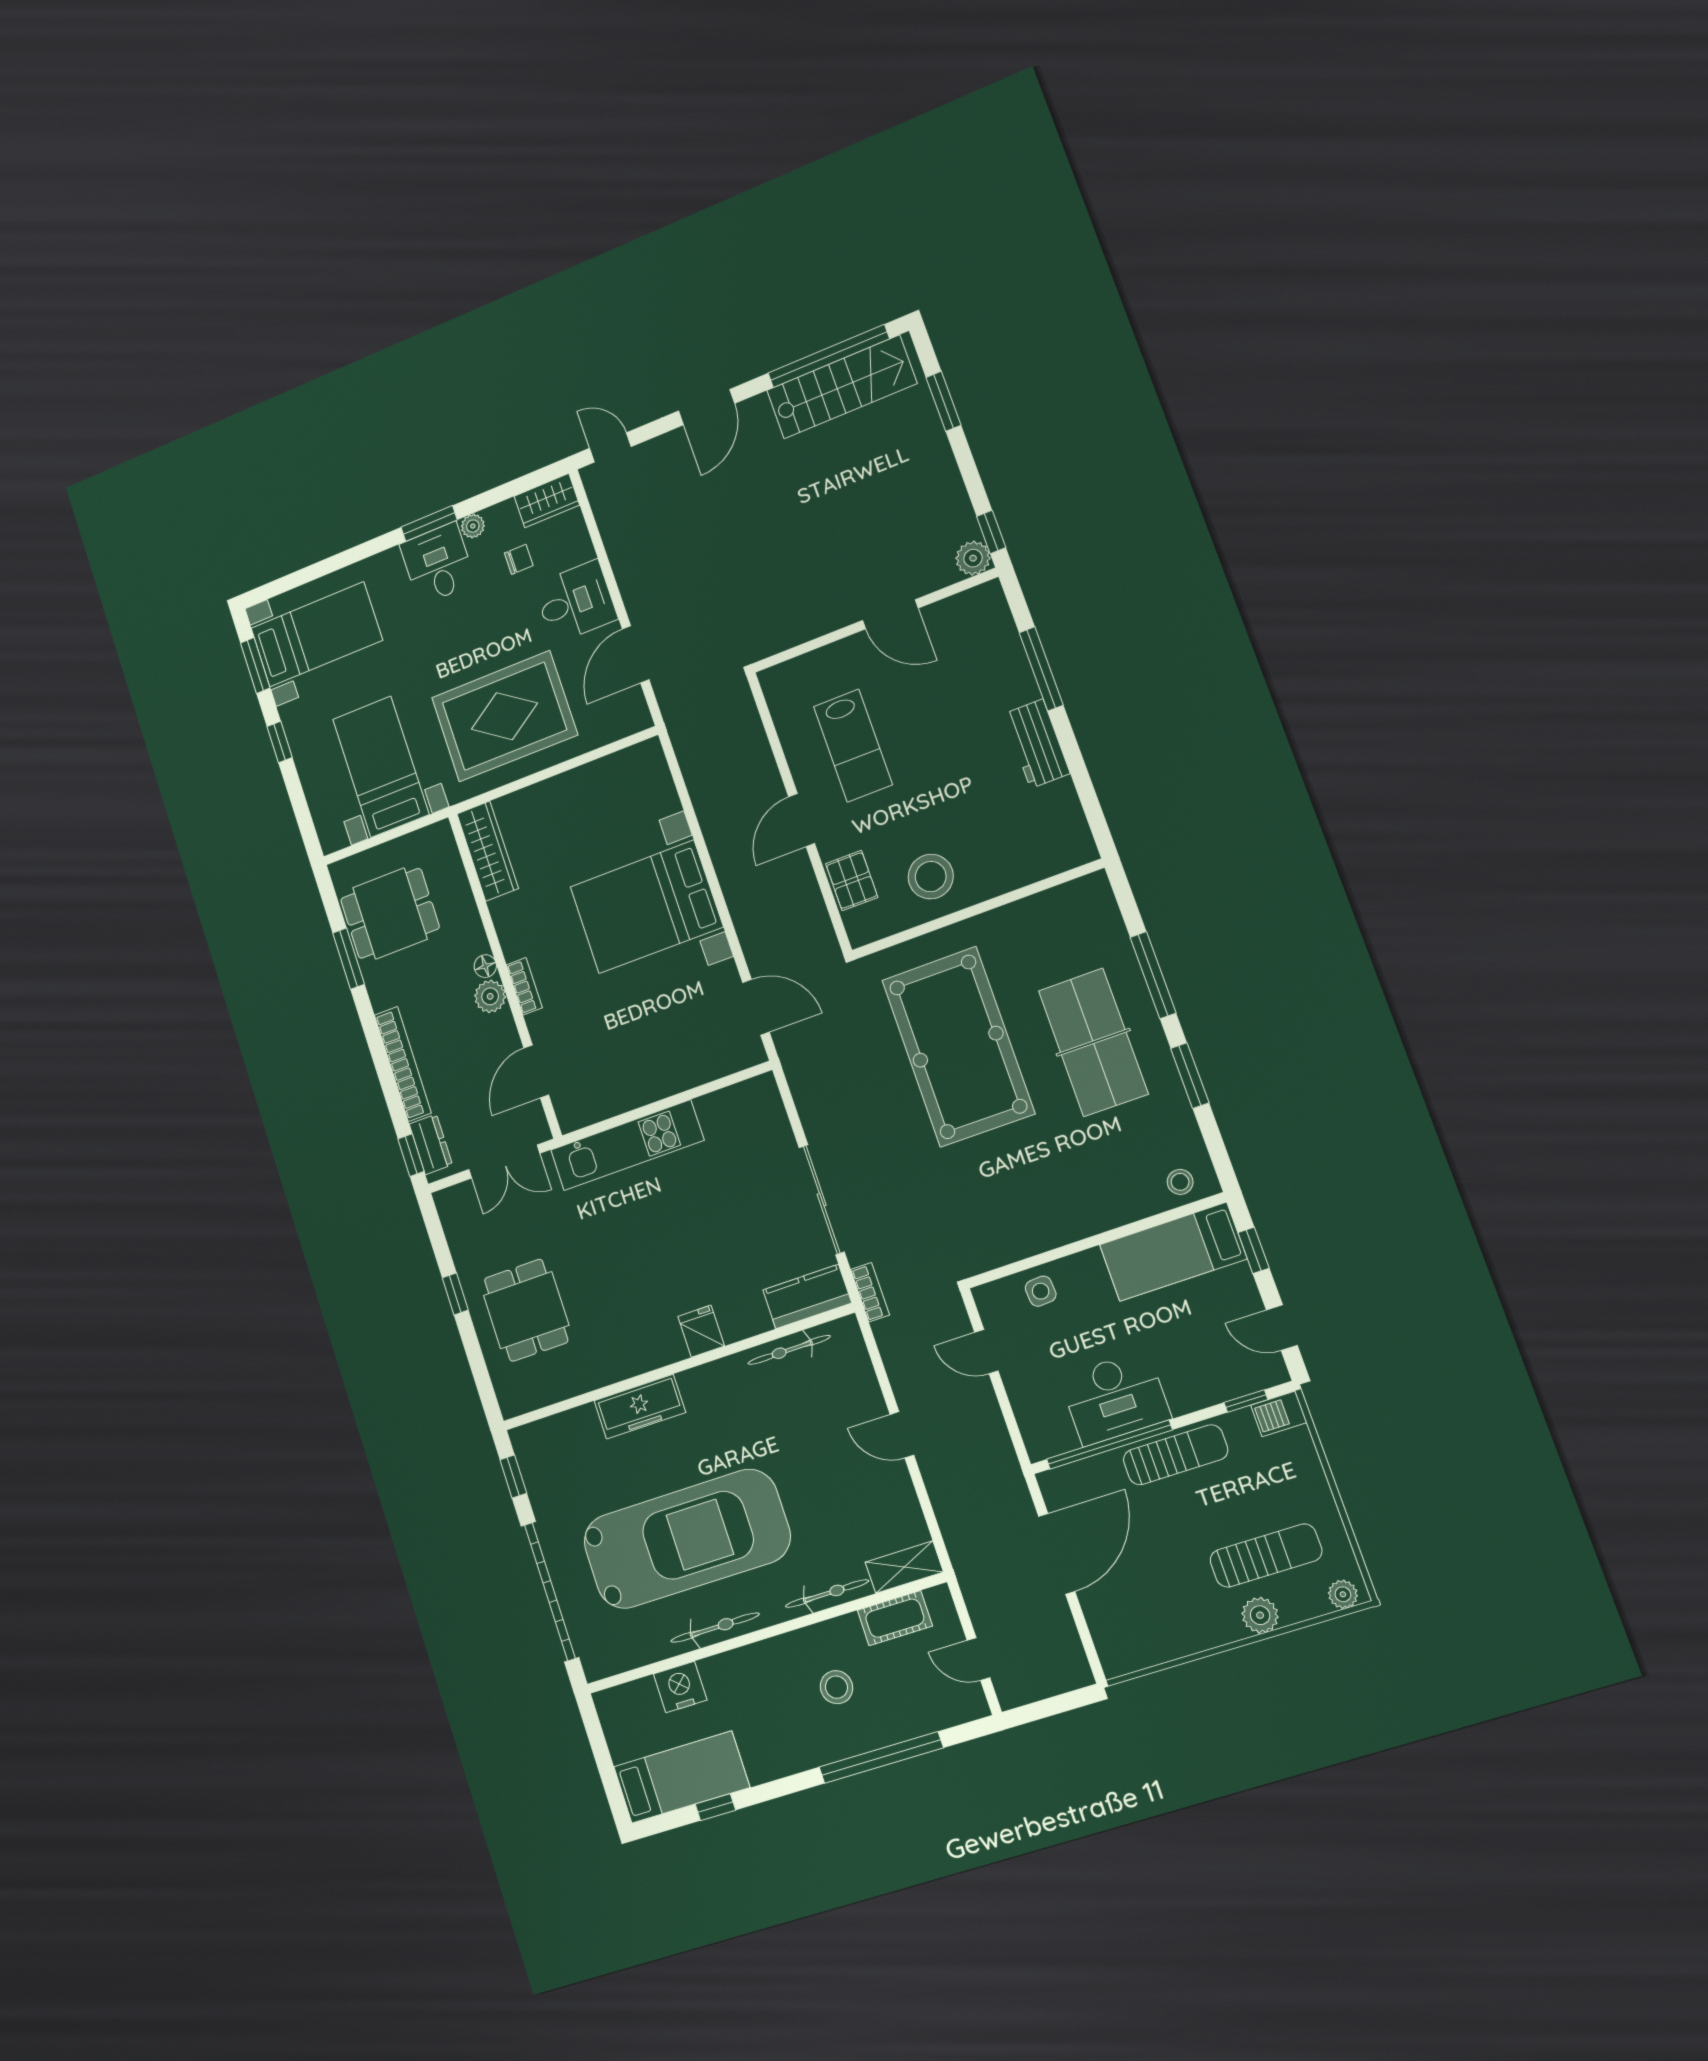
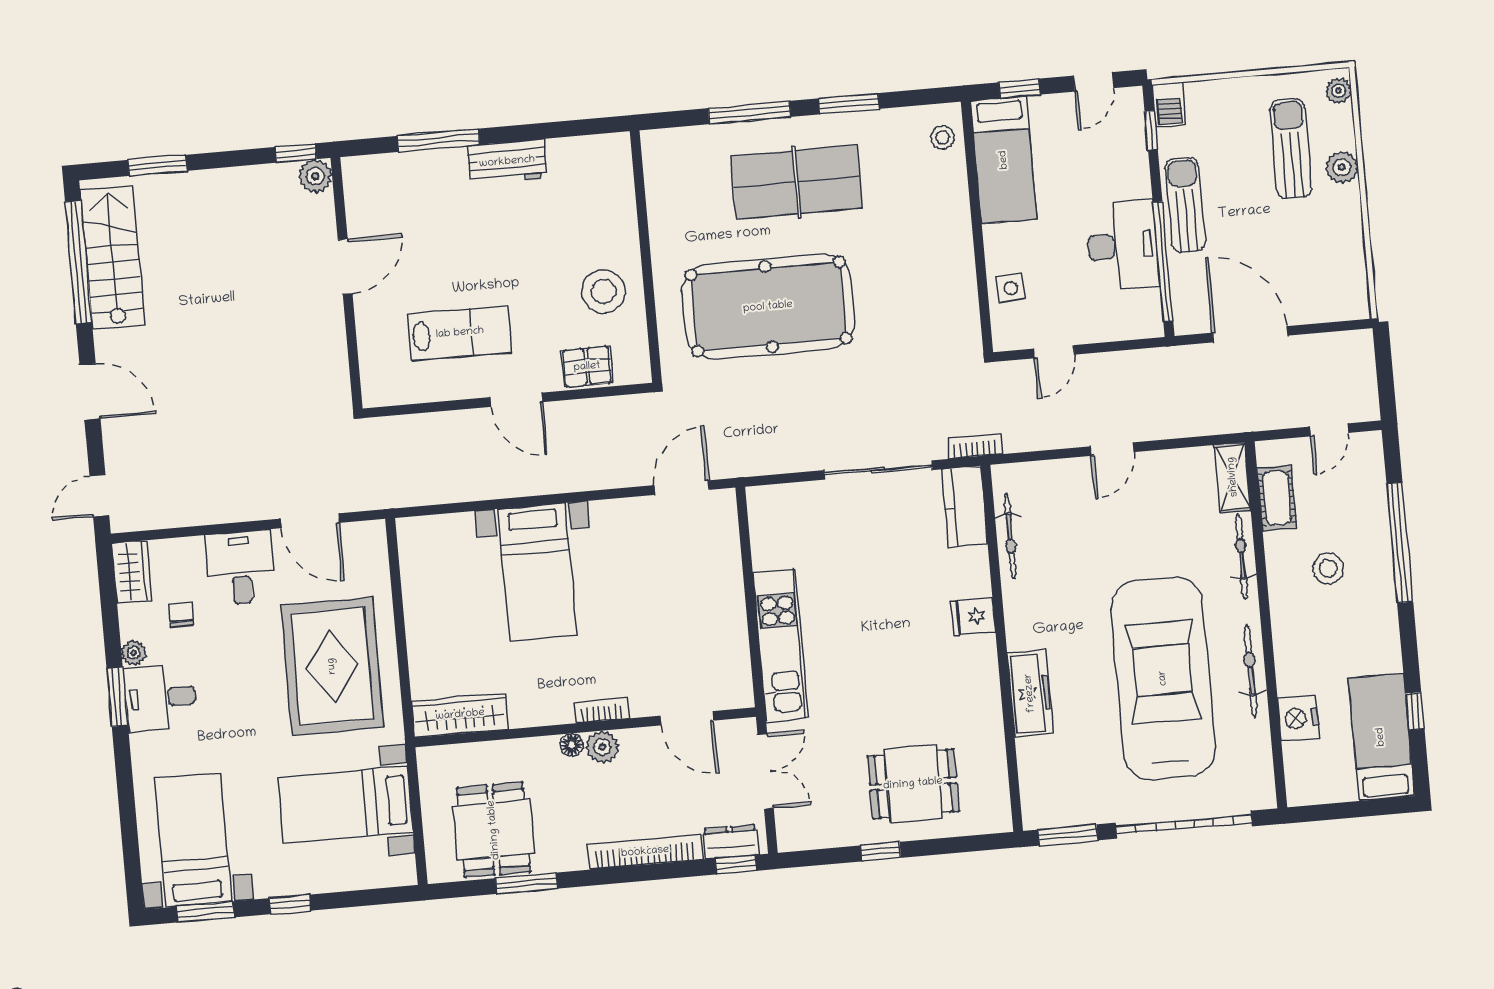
bed with nightstands: (646, 907) -> (537, 572), width x0.73
window: (513, 1476) -> (1068, 835), width x1.50

